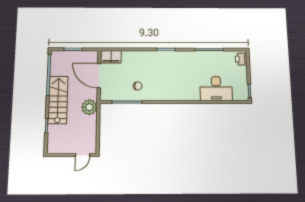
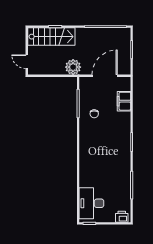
filing cabinet: (111, 57) -> (124, 101), moved
desk: (216, 89) -> (91, 203), moved
stairs: (58, 100) -> (51, 37), moved

